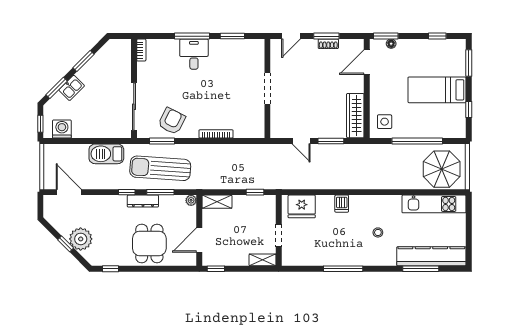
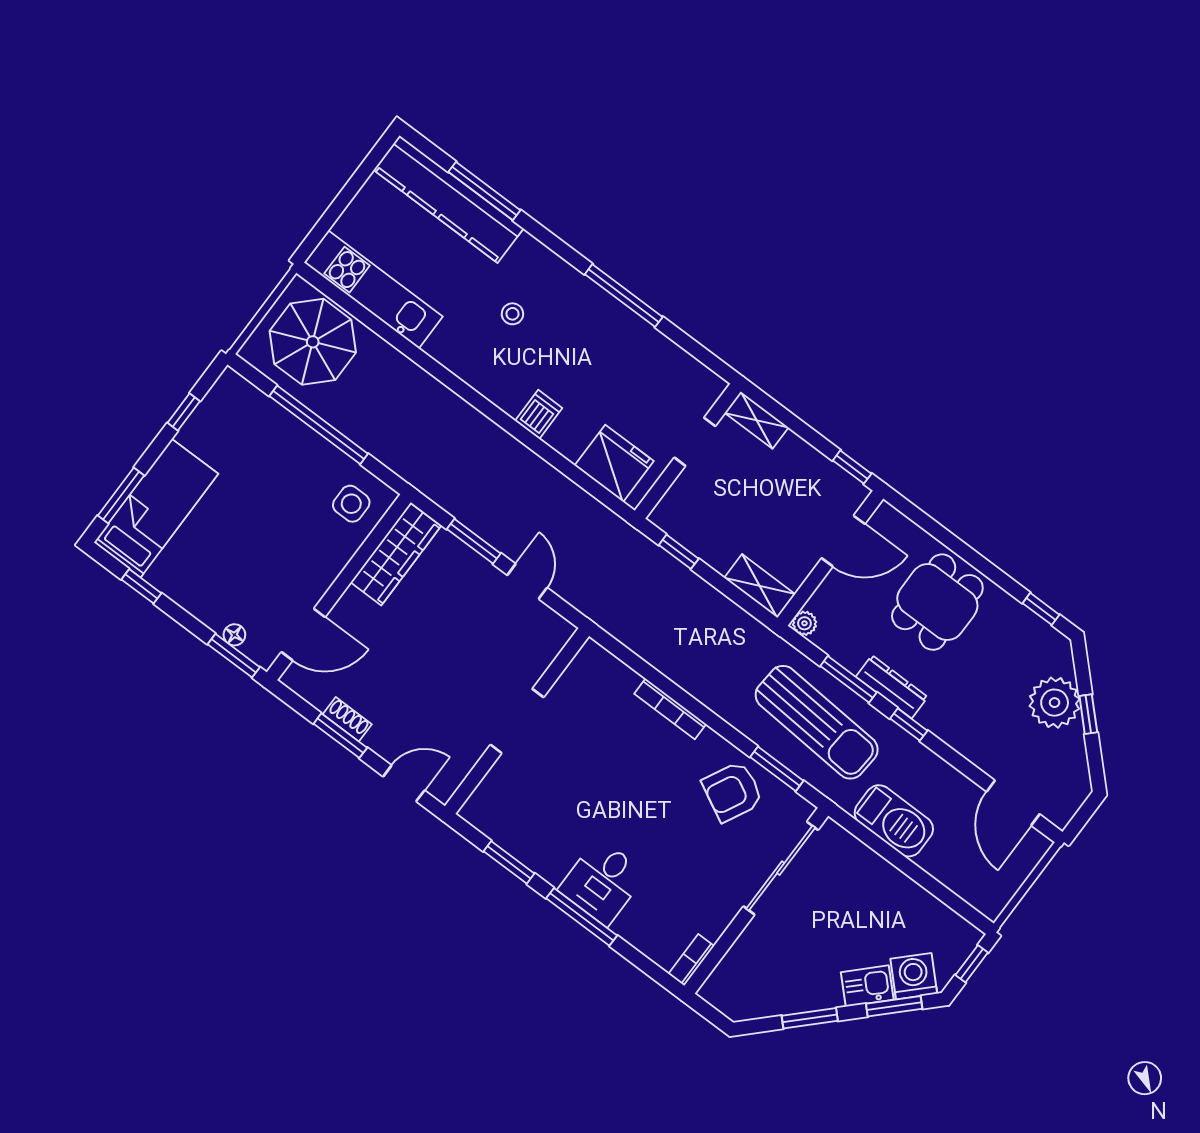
bed: (437, 90) -> (156, 508), moved, turned -90
washing machine: (62, 129) -> (914, 976), moved, turned 135

